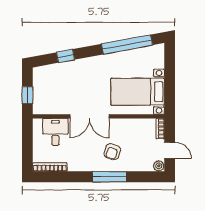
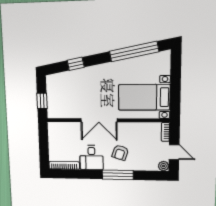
desk: (55, 132) -> (92, 158), moved, turned 180

